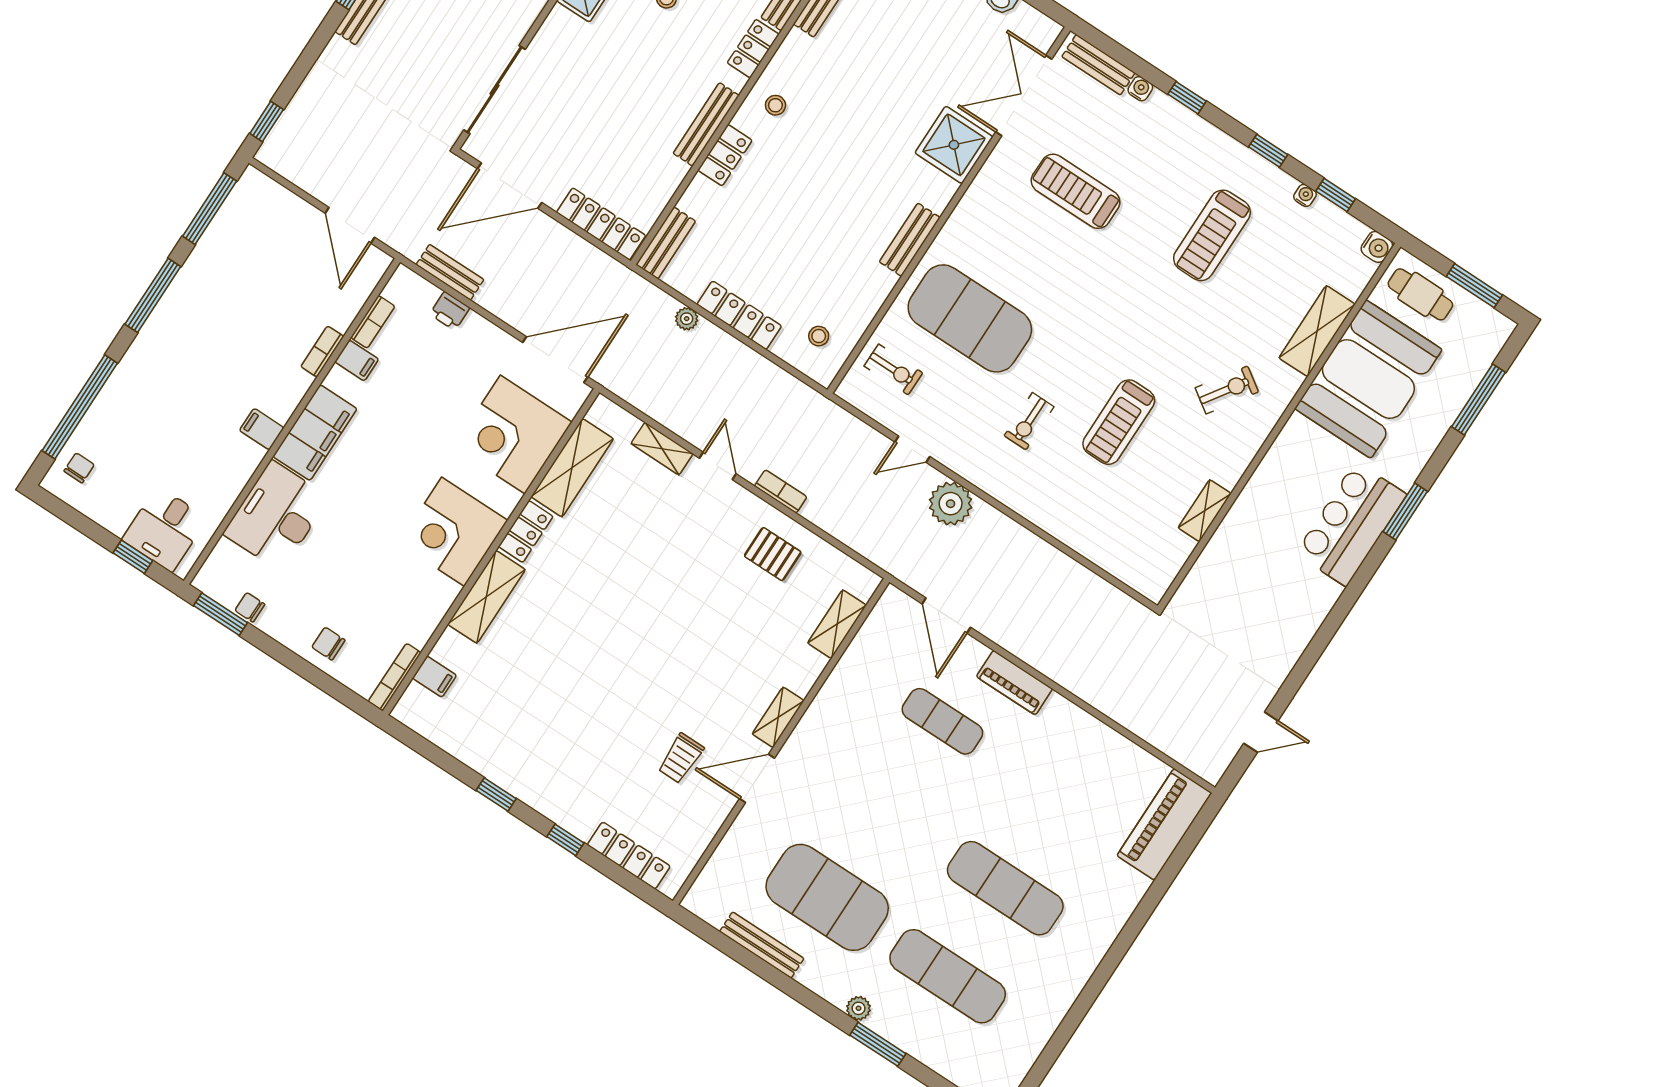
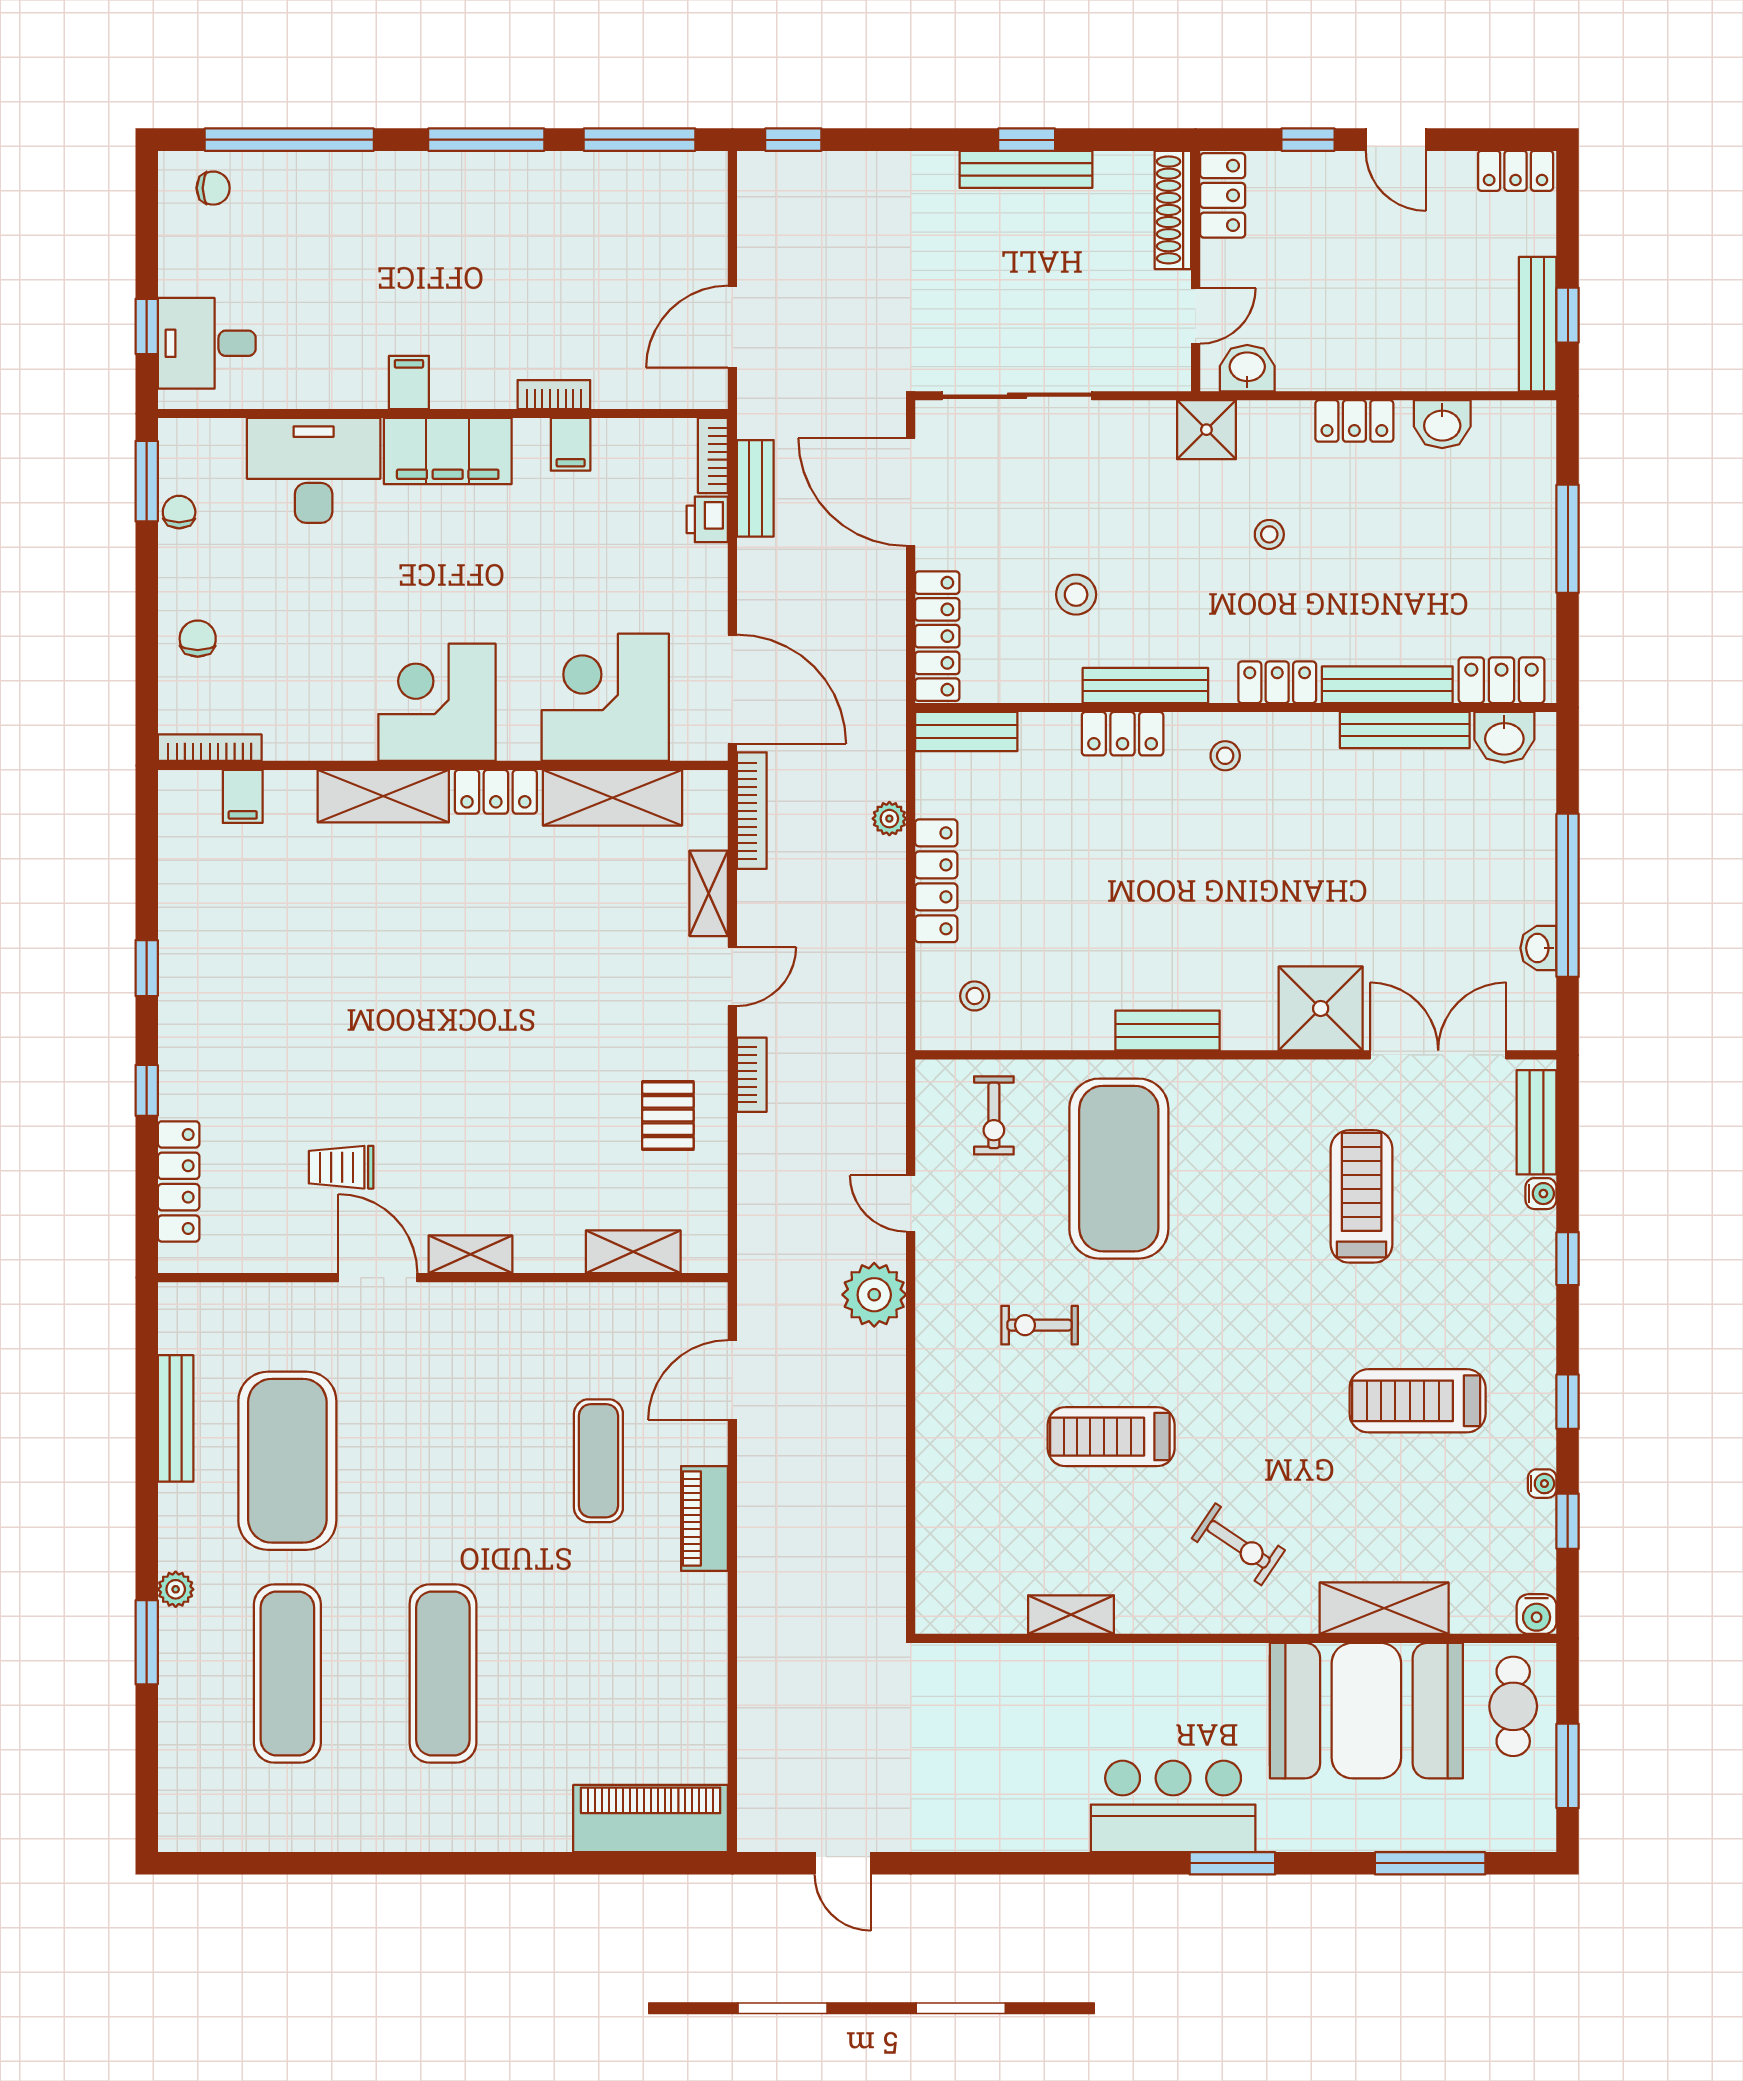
stool: (629, 130) -> (1076, 595), added
bookcase: (373, 322) -> (713, 456), moved, turned 90
bookcase: (631, 394) -> (752, 811), added

